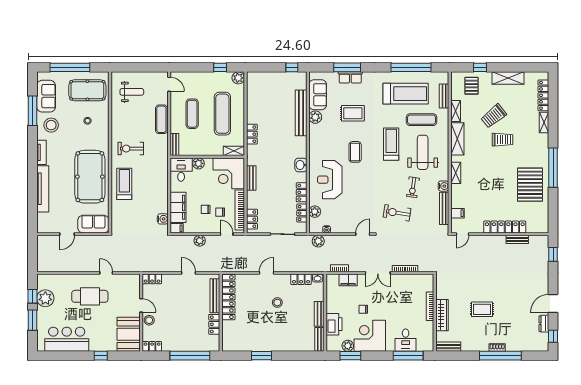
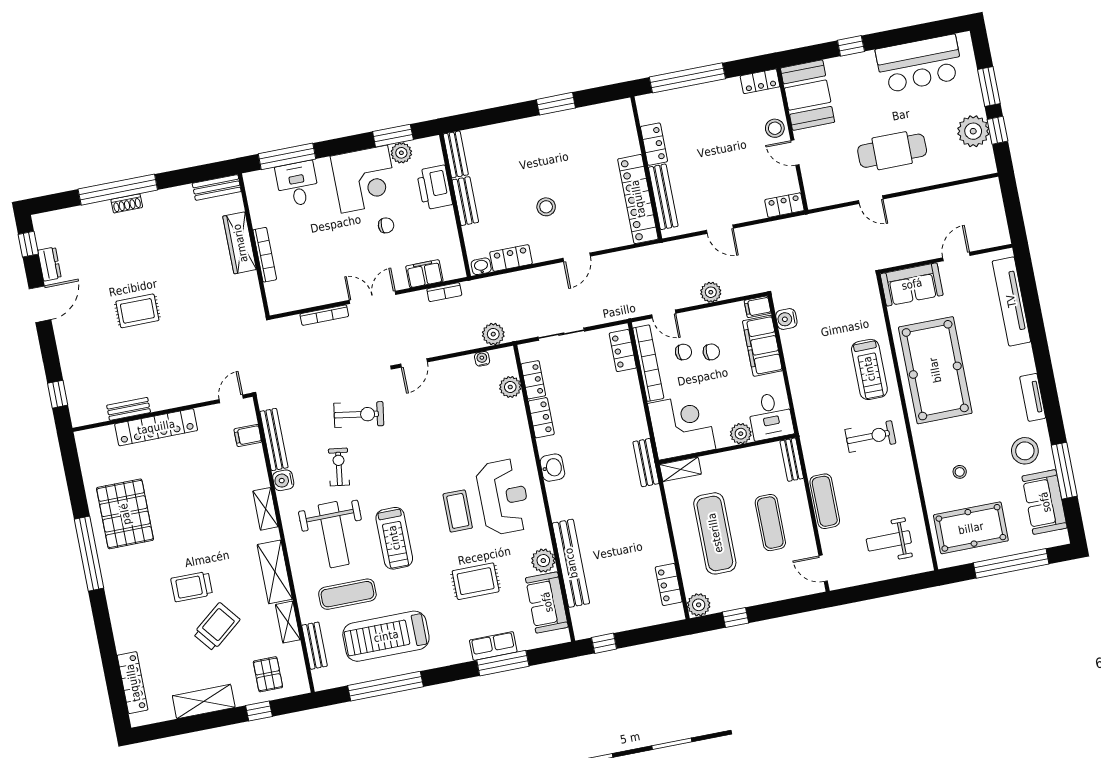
shelving: (544, 123) -> (122, 633), removed
locker: (252, 134) -> (669, 584), moved
bench: (251, 178) -> (646, 463), moved
reception desk: (330, 180) -> (503, 497), moved
tv unit: (43, 189) -> (1011, 301), moved
rug: (482, 309) -> (137, 311), moved

